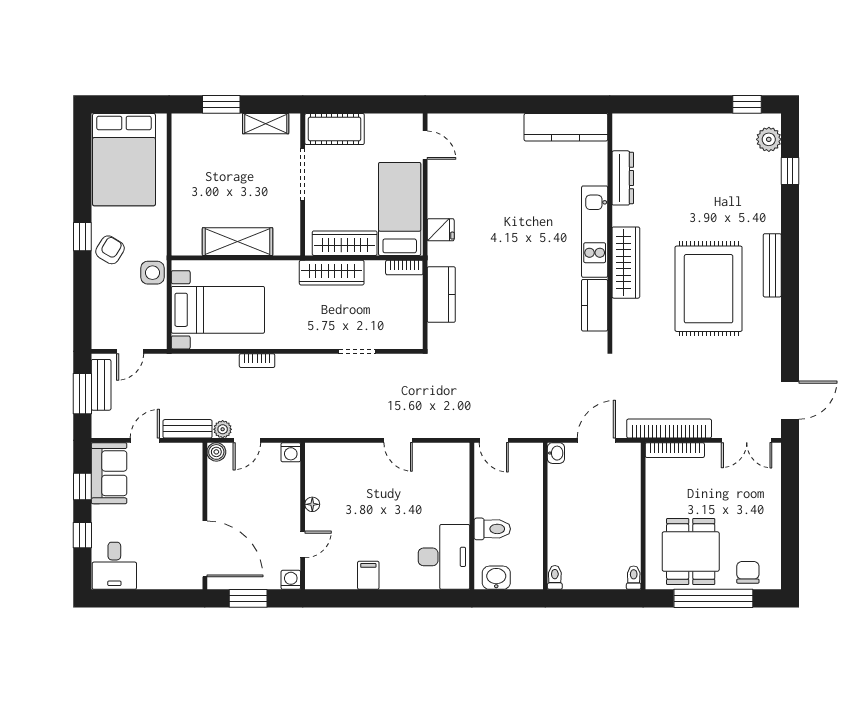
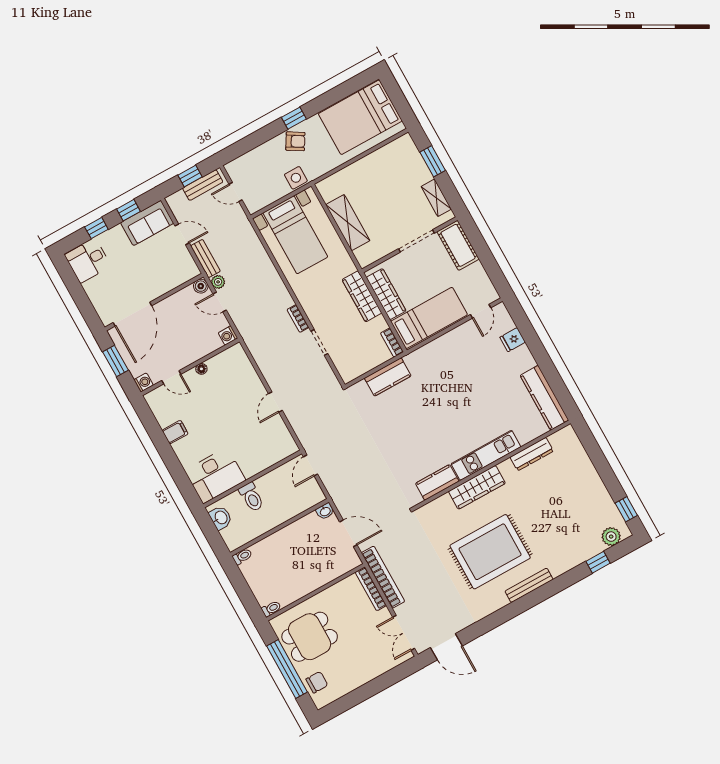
fridge: (441, 230) -> (513, 340), moved, turned 90
bookcase: (257, 361) -> (298, 319), moved
window: (82, 394) -> (190, 176), width x0.67

